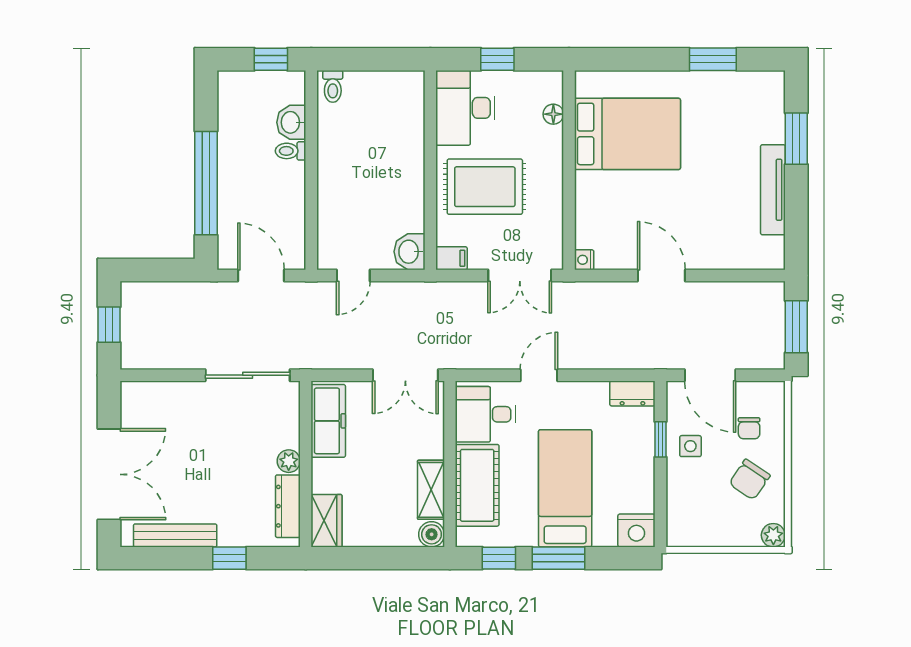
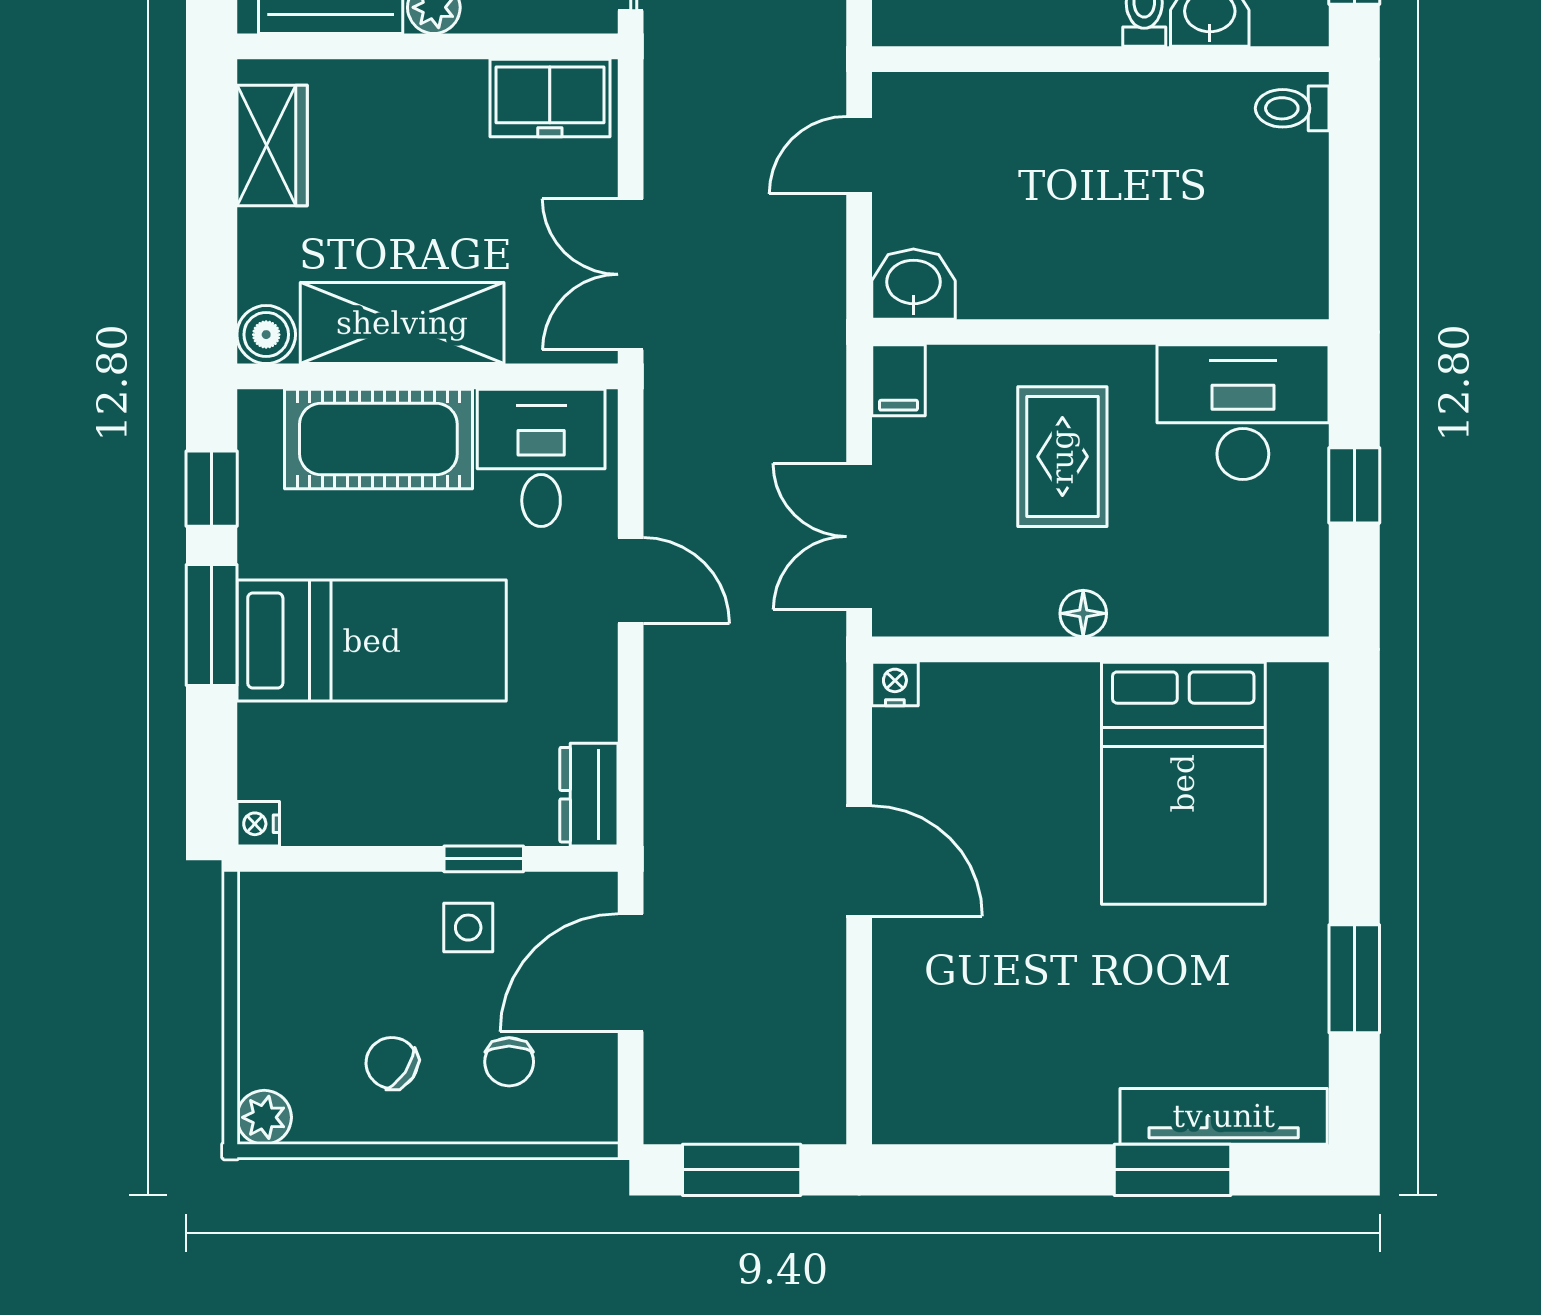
floor lamp: (553, 114) -> (1083, 613), moved
rug: (485, 187) -> (1062, 457), width x0.73, depth x0.70
tv unit: (773, 190) -> (1224, 1116), moved
door: (353, 275) -> (859, 155), hinge flipped
door: (661, 275) -> (859, 861), hinge flipped
freezer: (328, 421) -> (550, 98), width x0.71
chair: (749, 428) -> (509, 1062), turned -90
chair: (750, 479) -> (392, 1063), width x0.73, depth x0.73
shelving: (431, 490) -> (402, 323), width x1.50, depth x1.33
wardrobe: (327, 521) -> (272, 146), moved, turned -90
nightstand: (636, 531) -> (258, 824), width x0.53, depth x0.56

